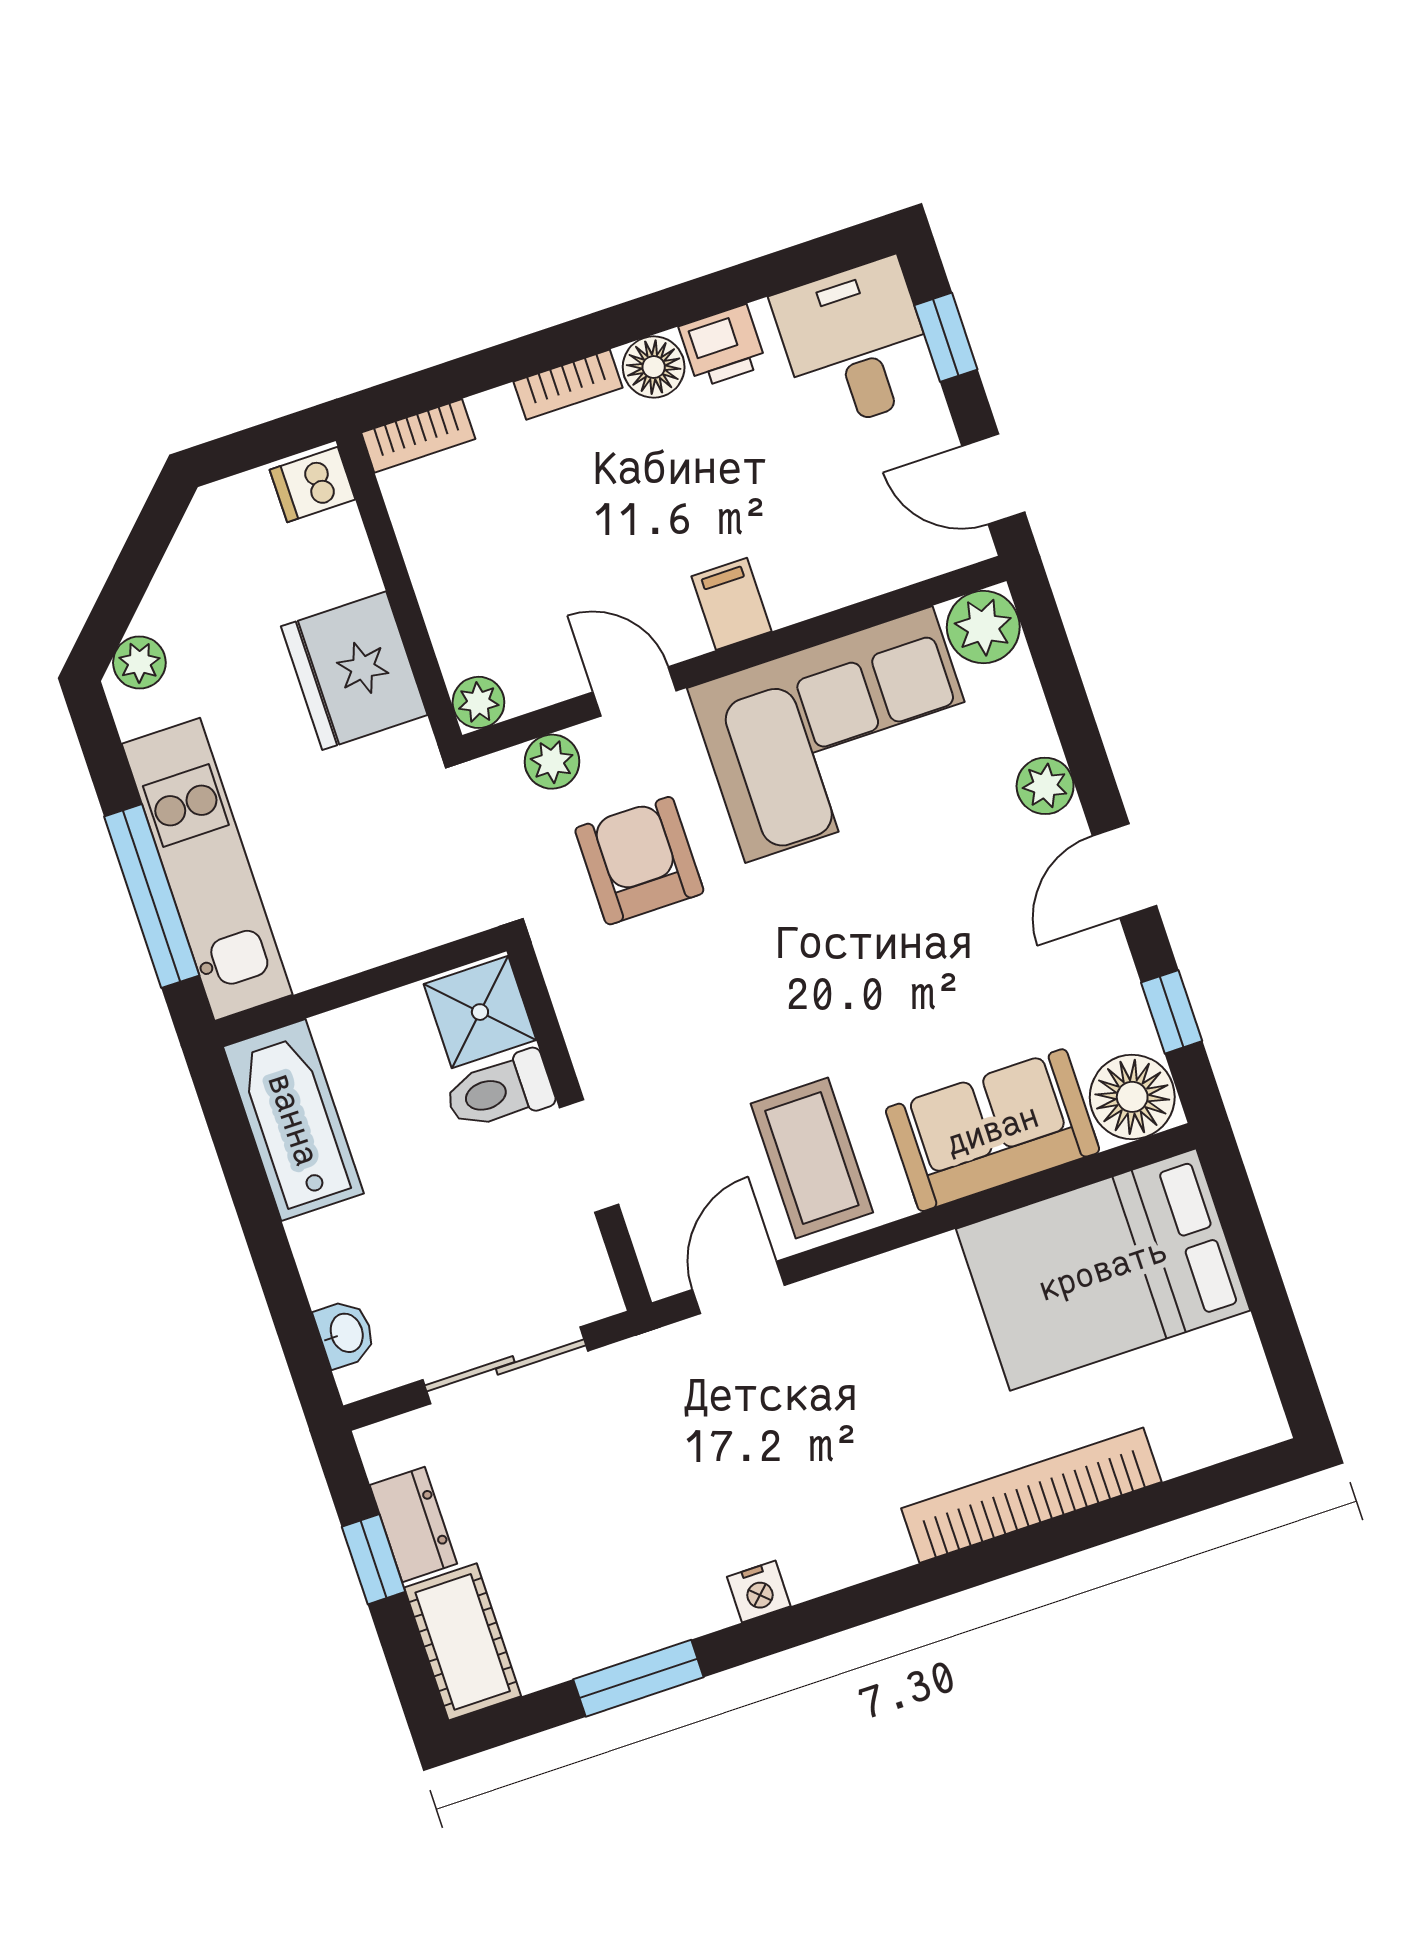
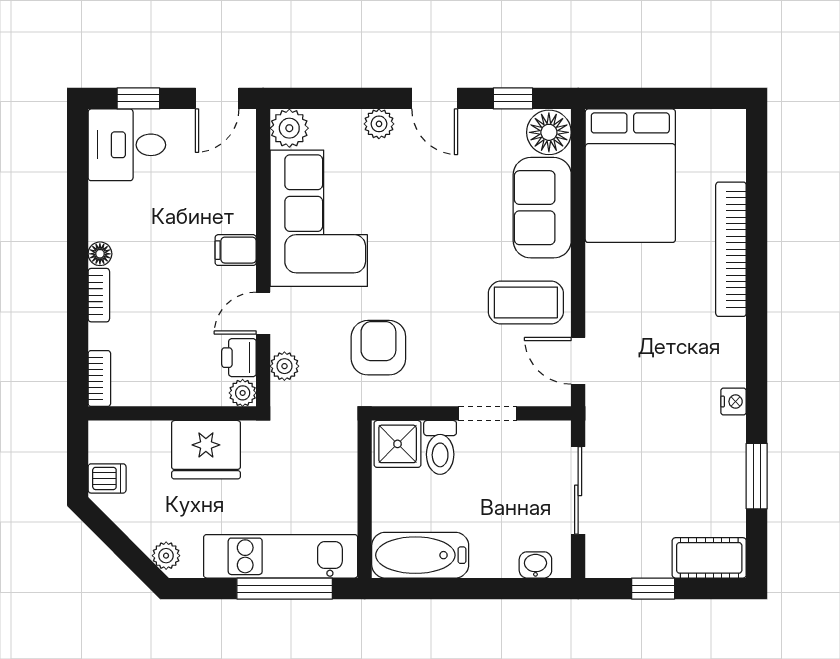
printer: (723, 346) -> (239, 358), moved, turned 180
floor lamp: (654, 367) -> (100, 254), width x0.73, depth x0.73
dishwasher: (313, 485) -> (107, 478), moved, turned -90
armchair: (639, 861) -> (378, 348), moved, turned 90
dresser: (413, 1524) -> (642, 563), removed

